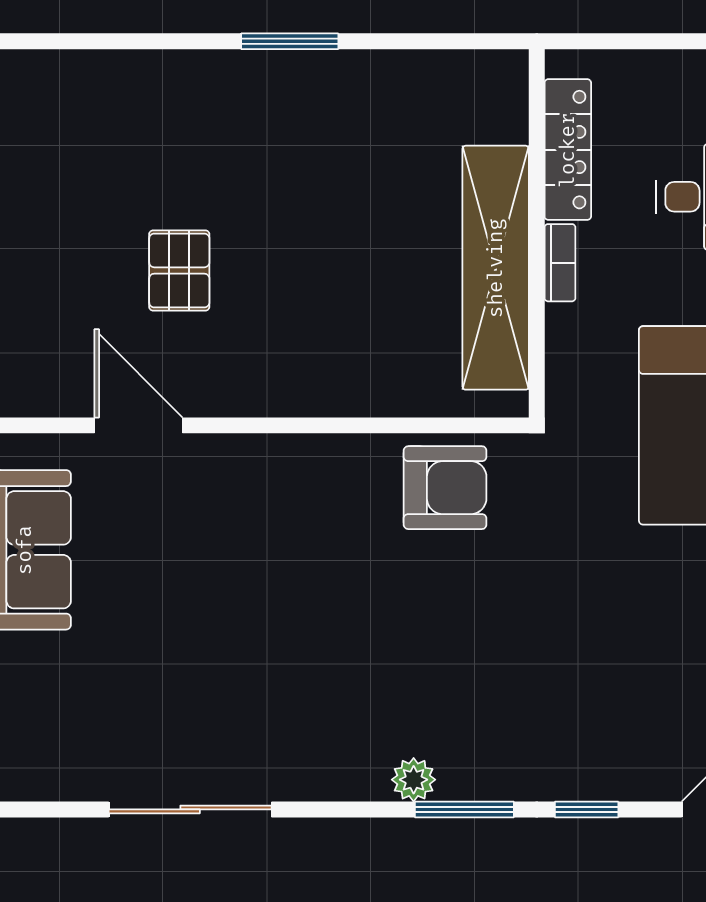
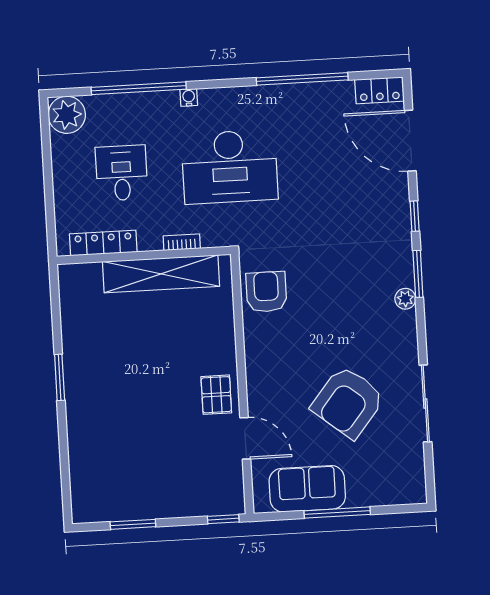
bookcase: (560, 263) -> (182, 242), moved
pallet: (179, 270) -> (216, 395), moved, turned 90
door: (139, 425) -> (245, 438), swing flipped
armchair: (203, 646) -> (348, 402), added

